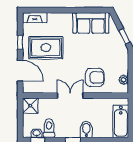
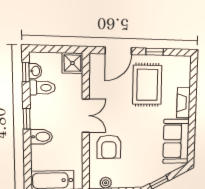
fireplace: (35, 18) -> (183, 103), moved

